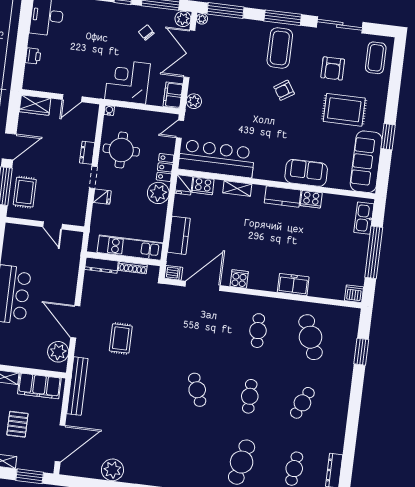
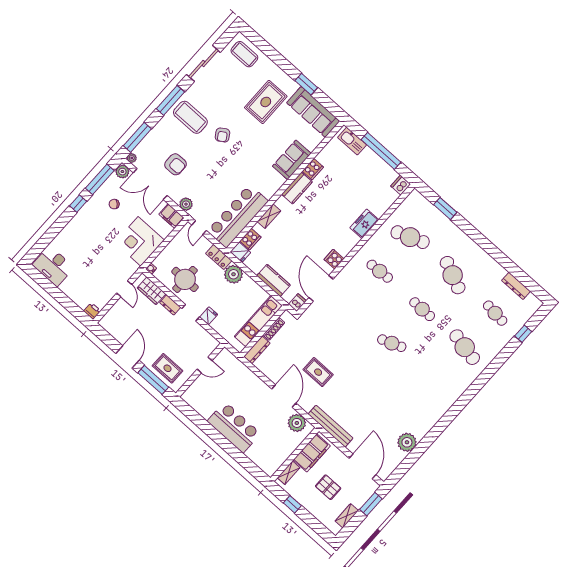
printer: (33, 56) -> (92, 311), moved
armchair: (333, 68) -> (176, 164), moved
wardrobe: (35, 105) -> (151, 291), moved, turned 90
door: (75, 322) -> (284, 396), swing flipped
cafe table: (302, 403) -> (453, 275), width x1.37, depth x1.35

